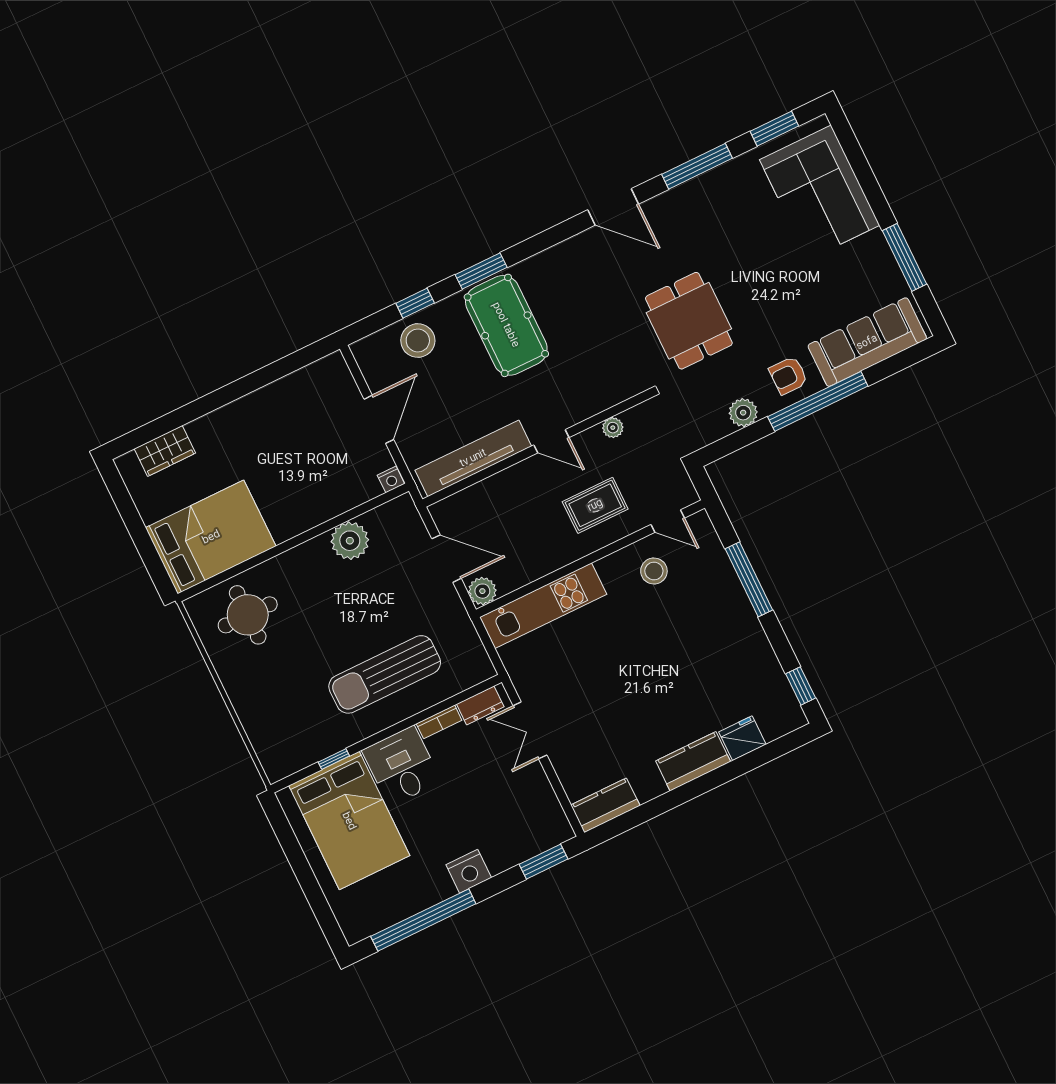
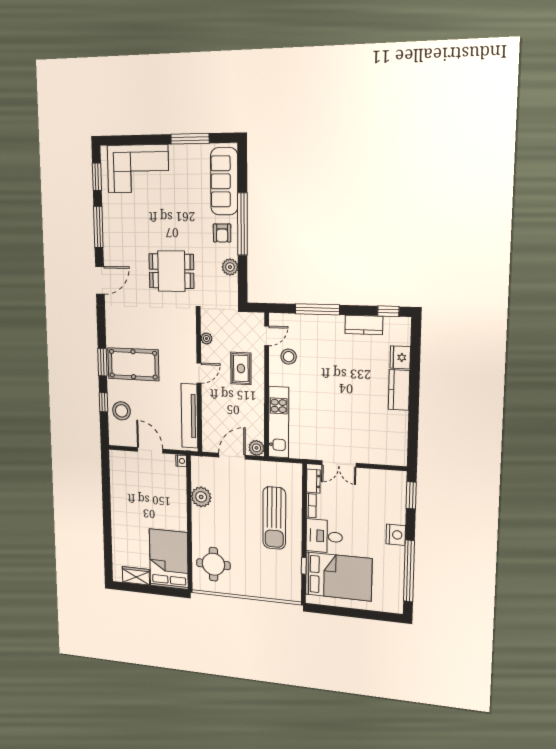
wardrobe: (165, 451) -> (136, 576), moved, turned -90
kitchen counter: (605, 805) -> (364, 325), moved, turned -90

